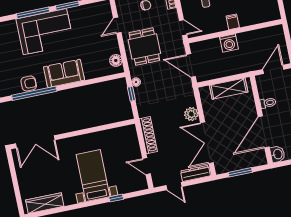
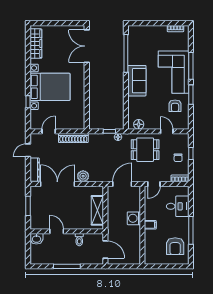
armchair: (29, 84) -> (175, 106), moved
door: (264, 132) -> (57, 231), width x0.53
bed with nightstands: (93, 176) -> (50, 87), width x1.36

